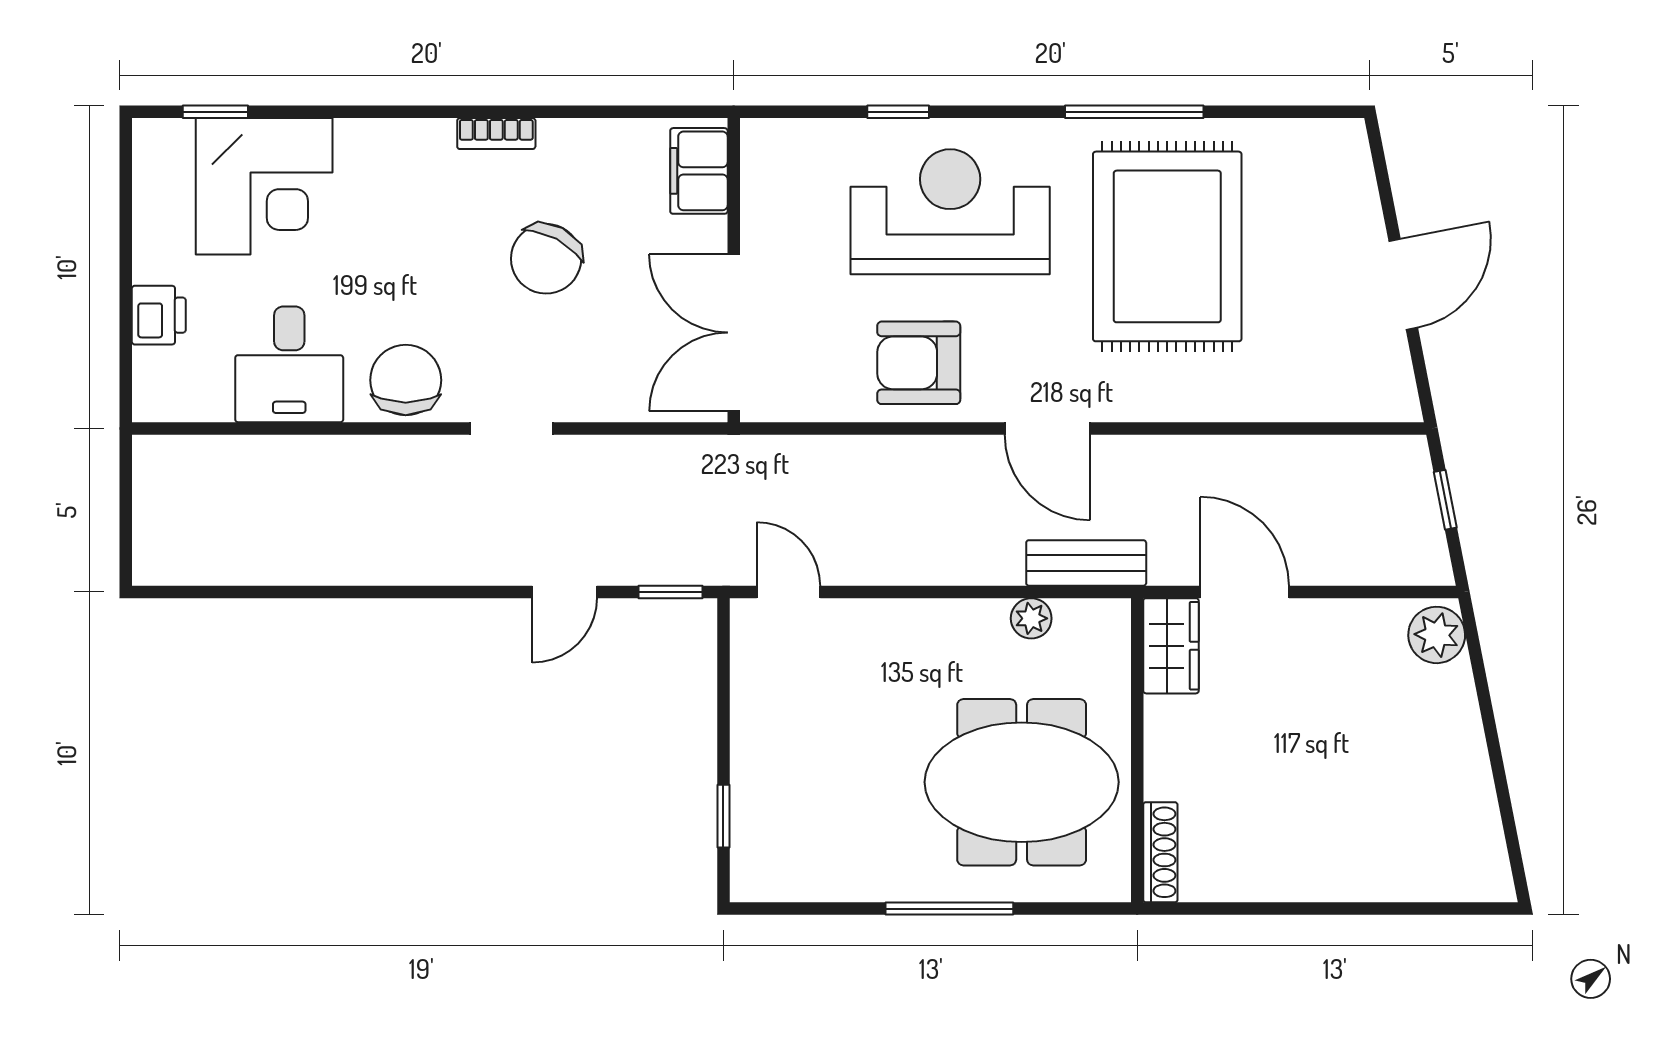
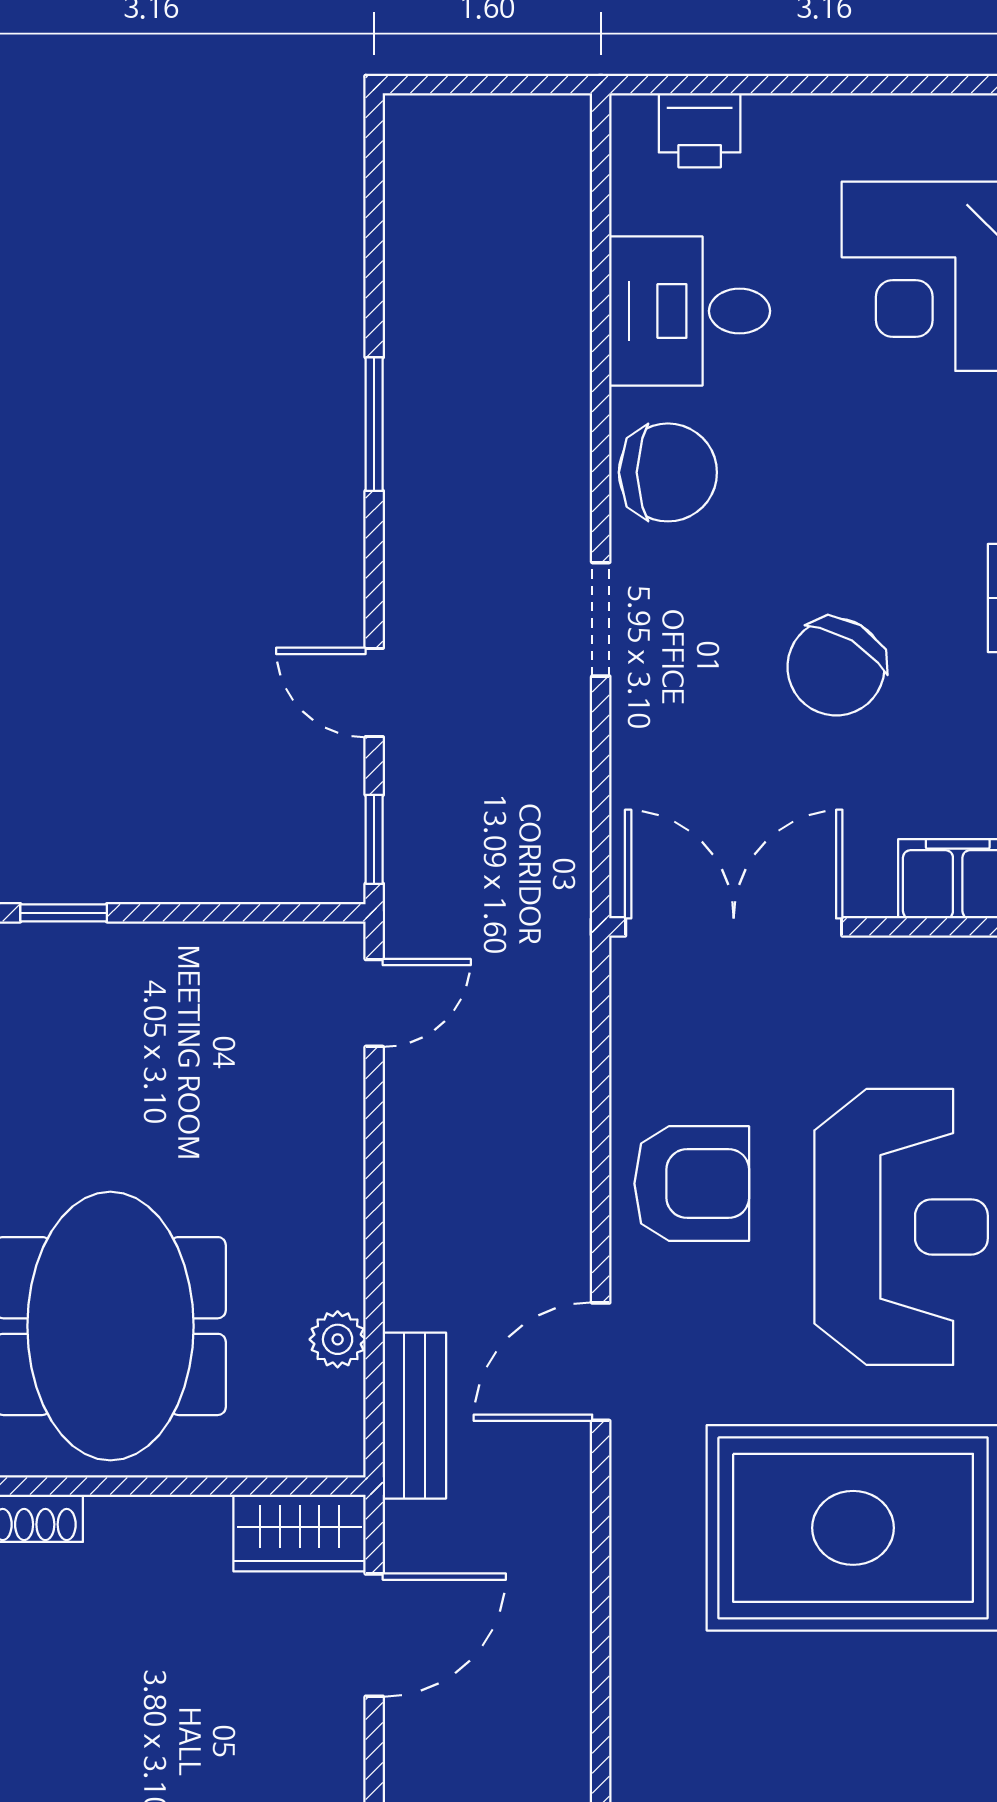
chair: (546, 259) -> (836, 667), turned -87
printer: (159, 315) -> (700, 130), moved
armchair: (919, 363) -> (692, 1184), turned 90
window: (371, 592) -> (374, 424), added

